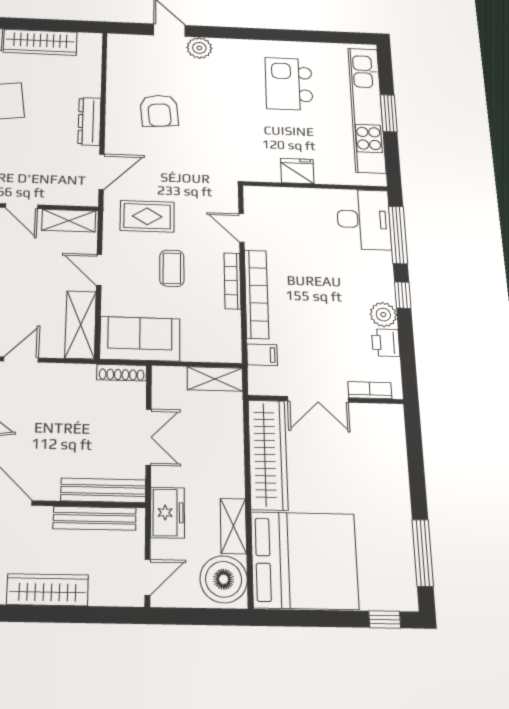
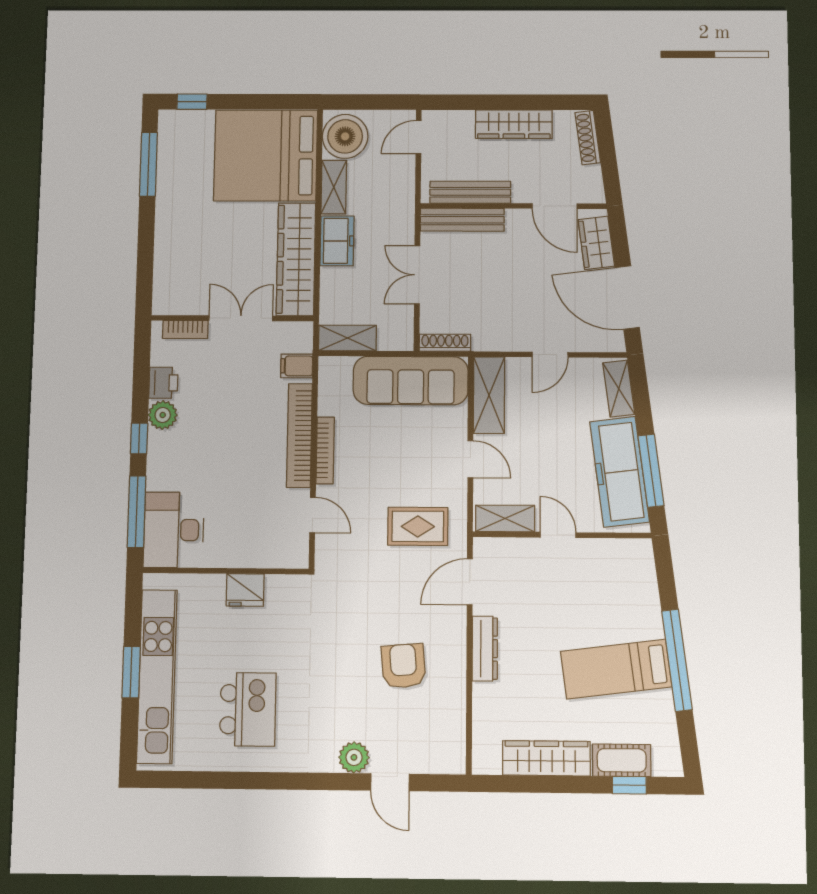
coffee table: (172, 268) -> (391, 464), removed
sofa: (140, 339) -> (411, 381), width x1.36
freezer: (167, 513) -> (337, 241), moved, turned 180

